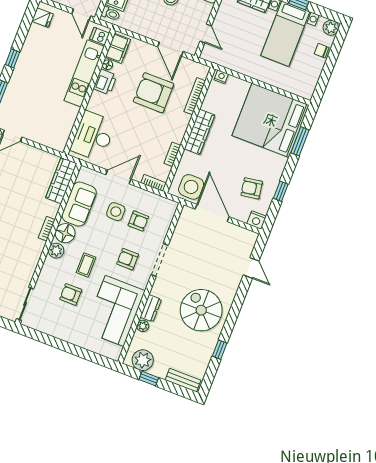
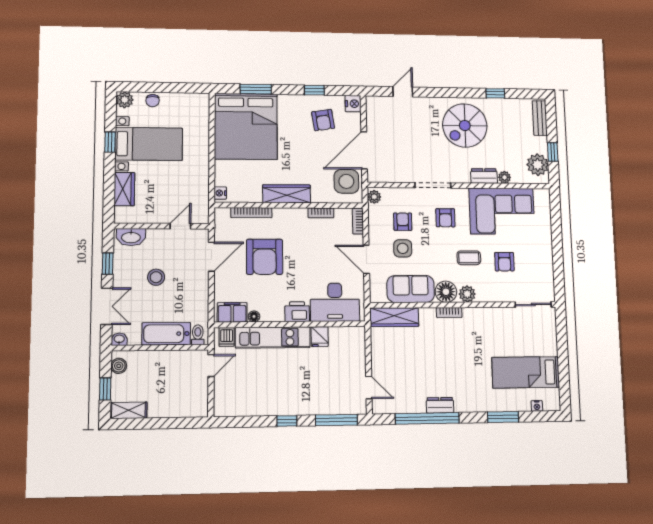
fridge: (42, 18) -> (320, 337), moved, turned 180
printer: (105, 82) -> (297, 312), moved
plant: (169, 205) -> (374, 197), added

